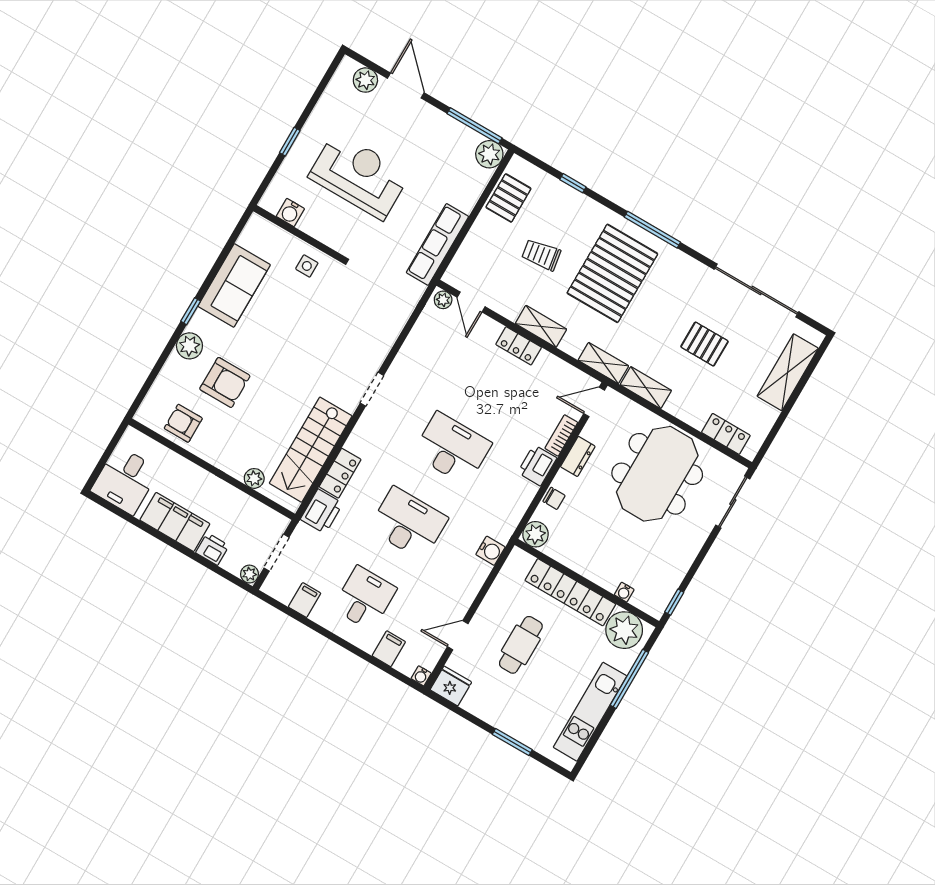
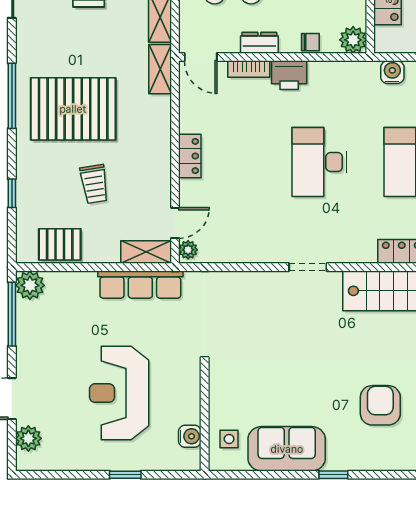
side table: (307, 266) -> (229, 439), moved
shelving: (541, 326) -> (146, 252), moved, turned 90
plant: (189, 346) -> (366, 457), removed
chair: (554, 498) -> (310, 42), turned 90

